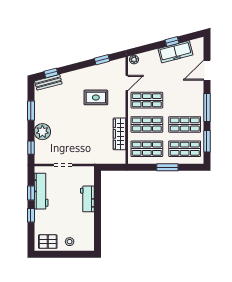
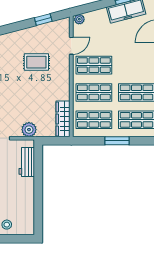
wardrobe: (120, 134) -> (63, 119), moved
plant: (89, 157) -> (29, 130), added
workbench: (87, 199) -> (27, 162), moved

